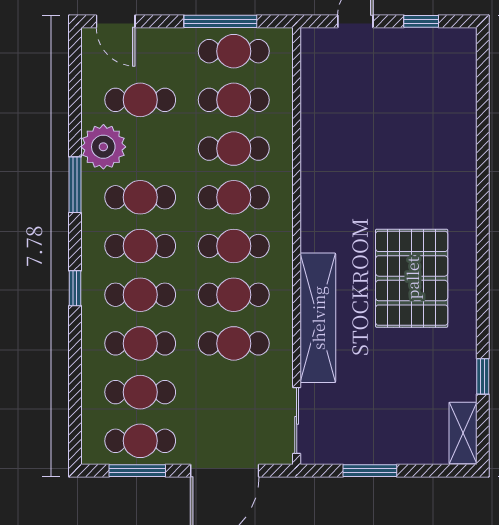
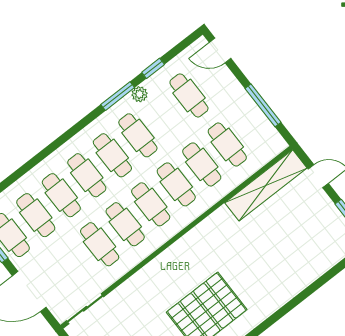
door: (116, 21) -> (220, 50), hinge flipped
cafe table: (234, 51) -> (253, 125), removed
plant: (103, 147) -> (139, 94), width x0.53, depth x0.53
window: (75, 288) -> (153, 68), moved
shelving: (318, 318) -> (266, 185), moved

